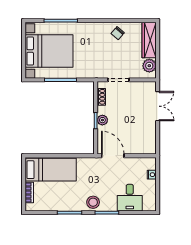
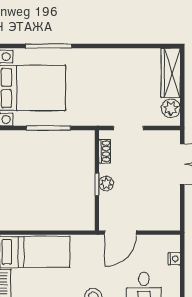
chair: (118, 33) -> (127, 63), removed
door: (113, 156) -> (120, 233), swing flipped

